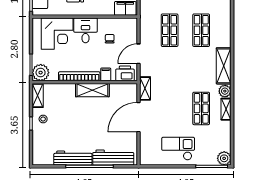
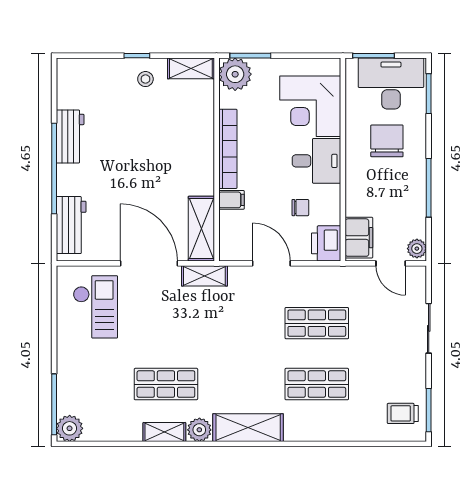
printer: (125, 73) -> (326, 243), moved, turned 180
shelving: (92, 90) -> (201, 229), moved
checkout: (178, 149) -> (95, 307), moved
workbench: (73, 158) -> (70, 137), width x0.73
workbench: (113, 158) -> (71, 225), width x0.73

